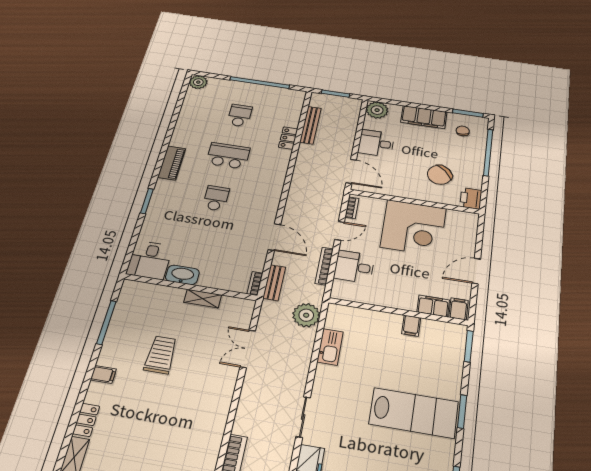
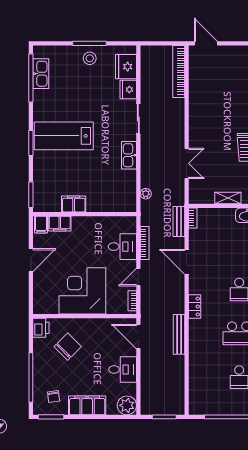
bench: (310, 125) -> (179, 334), moved
locker: (288, 138) -> (195, 307), moved
plant: (306, 315) -> (146, 194), width x0.53, depth x0.53
filing cabinet: (411, 326) -> (74, 204), width x2.00
kitchen sink: (330, 347) -> (129, 155), moved

